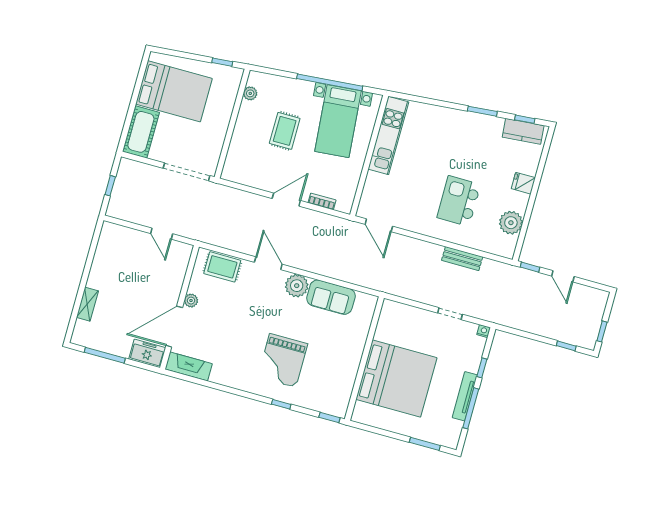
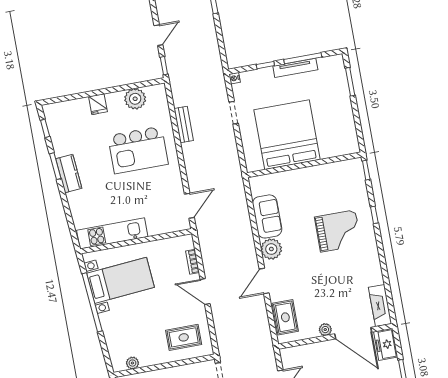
rug: (285, 131) -> (184, 337), moved
kitchen counter: (523, 131) -> (69, 173), moved
kitchen island: (459, 201) -> (138, 150), width x1.37, depth x1.28
bed: (396, 378) -> (287, 135), moved

